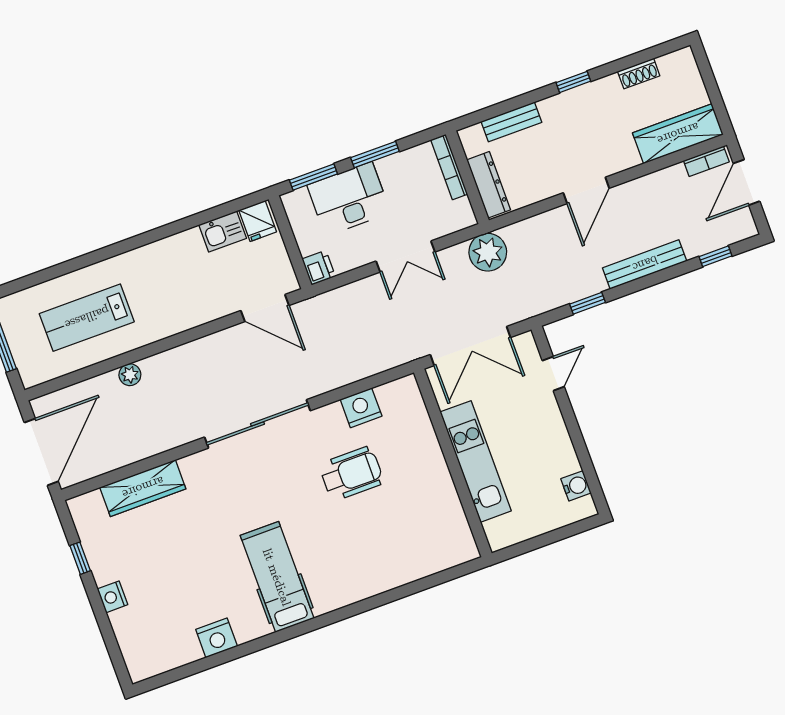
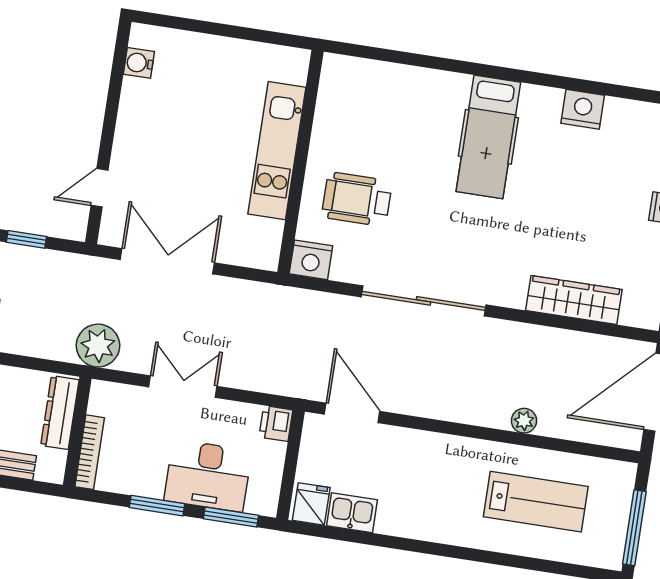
kitchen unit: (476, 461) -> (277, 151), moved
wall: (453, 463) -> (300, 162), moved

